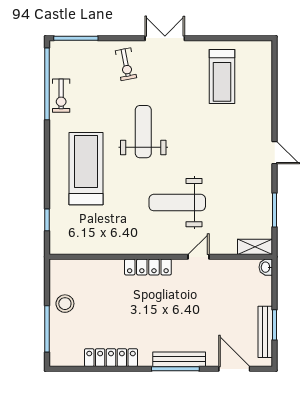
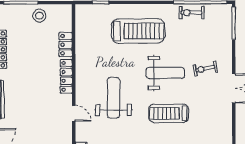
exercise bike: (126, 64) -> (205, 69), moved
treadmill: (222, 76) -> (169, 113), moved
locker: (105, 268) -> (66, 45), added

